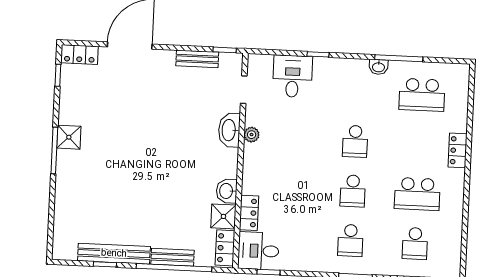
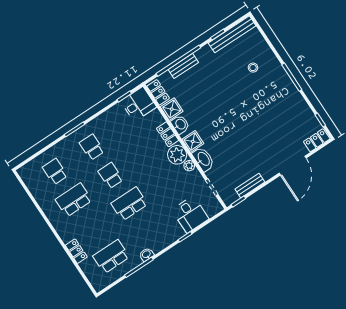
shower: (69, 137) -> (193, 141), moved
school desk: (355, 141) -> (129, 204), width x1.85
locker: (458, 150) -> (76, 251), moved
plant: (257, 158) -> (177, 155), added
stool: (92, 195) -> (253, 68), added
locker: (249, 213) -> (168, 134), moved
bench: (114, 254) -> (232, 34), moved

